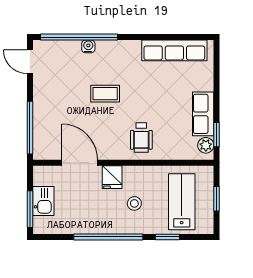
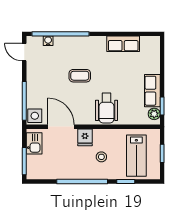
water cooler: (88, 46) -> (48, 41), moved
row of seats: (174, 50) -> (123, 44), width x0.68
wheelchair: (141, 137) -> (107, 108), width x1.36, depth x1.37
side table: (44, 148) -> (35, 116), added
kitchen sink: (43, 201) -> (34, 143), moved
lab bench: (182, 202) -> (136, 156), turned 180

